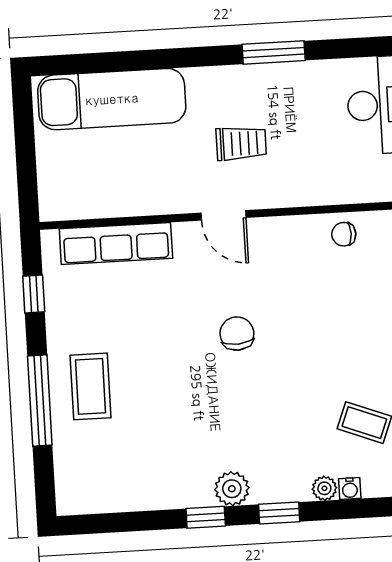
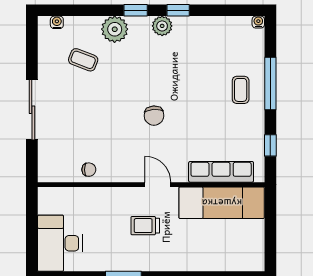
exam couch: (112, 99) -> (222, 203), moved, turned 180
coffee table: (91, 386) -> (241, 90), width x0.73, depth x0.77
plant: (324, 488) -> (115, 29), width x1.87, depth x1.87
water cooler: (350, 489) -> (258, 22), moved

